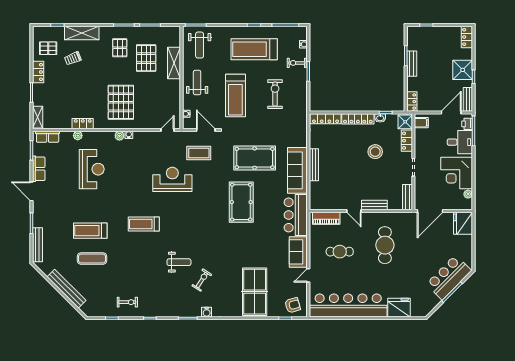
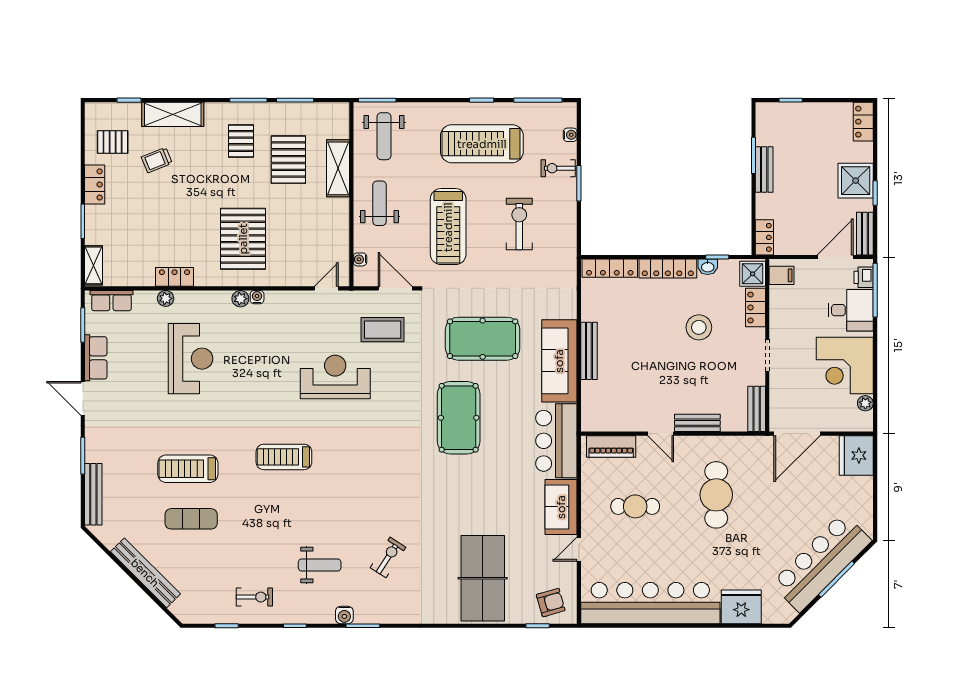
weight bench: (179, 262) -> (320, 565), moved
bar counter: (449, 277) -> (821, 562), width x1.36
water cooler: (207, 312) -> (344, 615), moved

